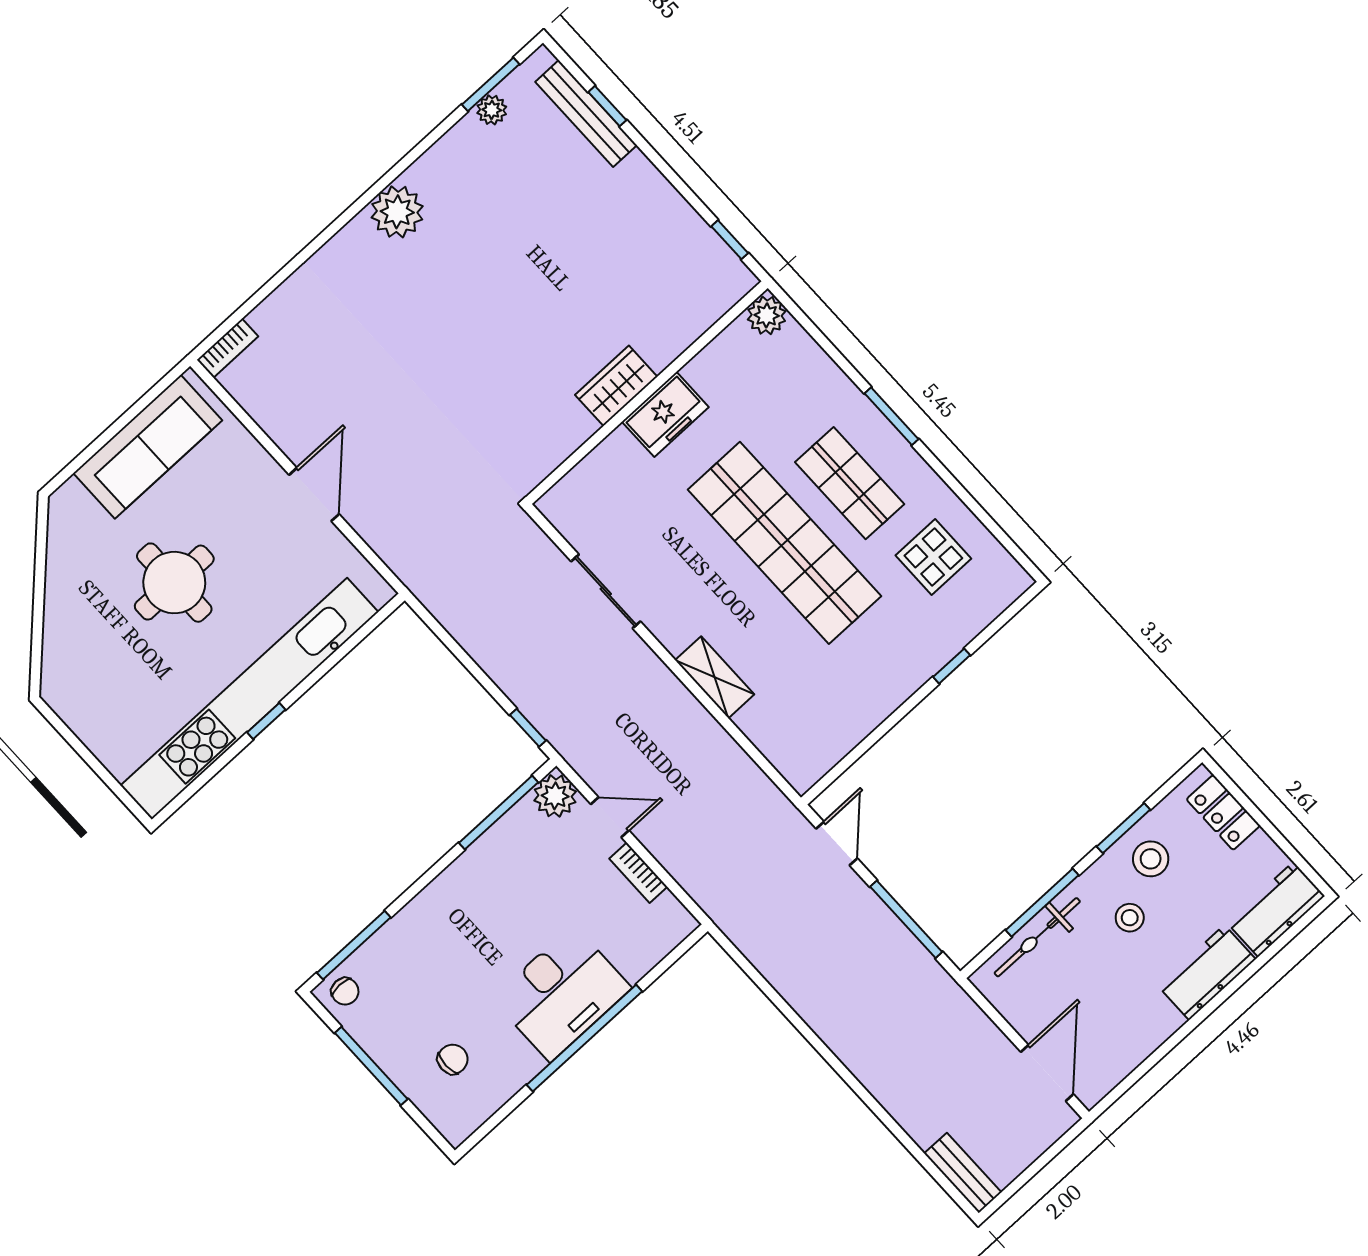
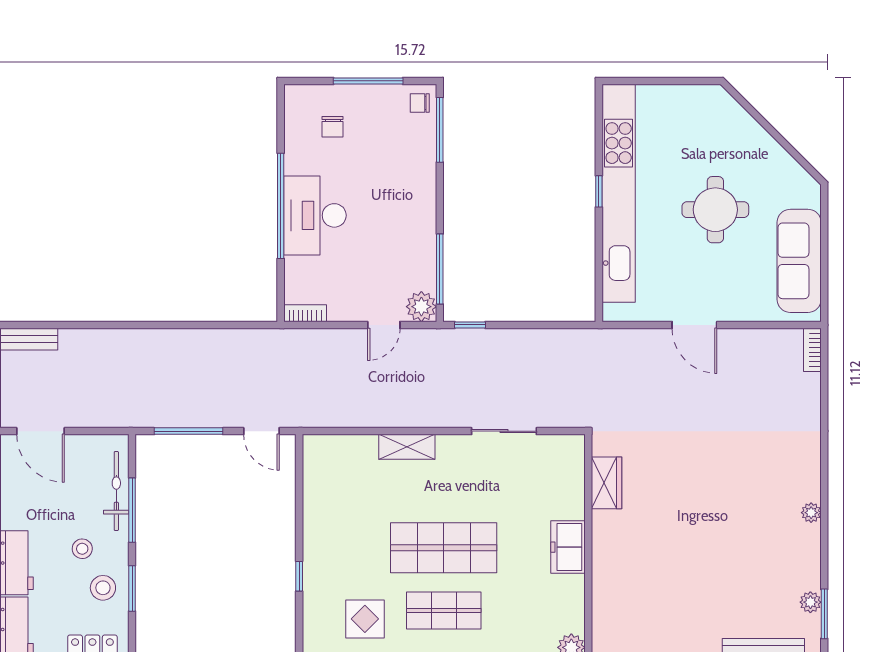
plant: (397, 212) -> (811, 513), width x0.53, depth x0.53
wardrobe: (616, 386) -> (606, 483), moved
shop shelf: (784, 543) -> (444, 548), width x0.71
bookcase: (638, 873) -> (305, 313), moved

